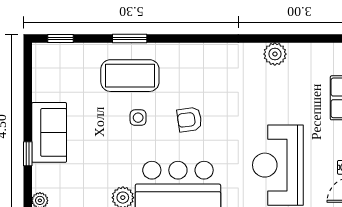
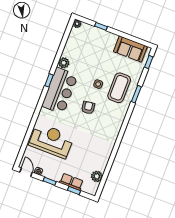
plant: (275, 54) -> (97, 176), moved
sofa: (49, 132) -> (130, 49), moved

